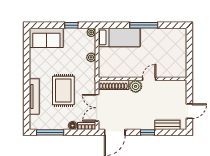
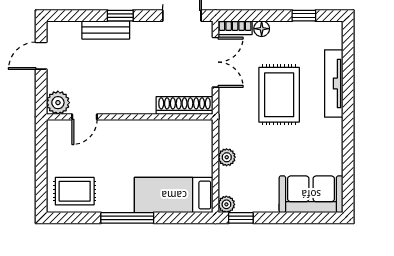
window: (71, 25) -> (241, 218), moved
rug: (172, 39) -> (75, 191), added
door: (149, 79) -> (85, 117), moved
plant: (136, 86) -> (58, 103), moved
bench: (167, 125) -> (106, 30), moved
window: (50, 132) -> (304, 16), width x0.46

